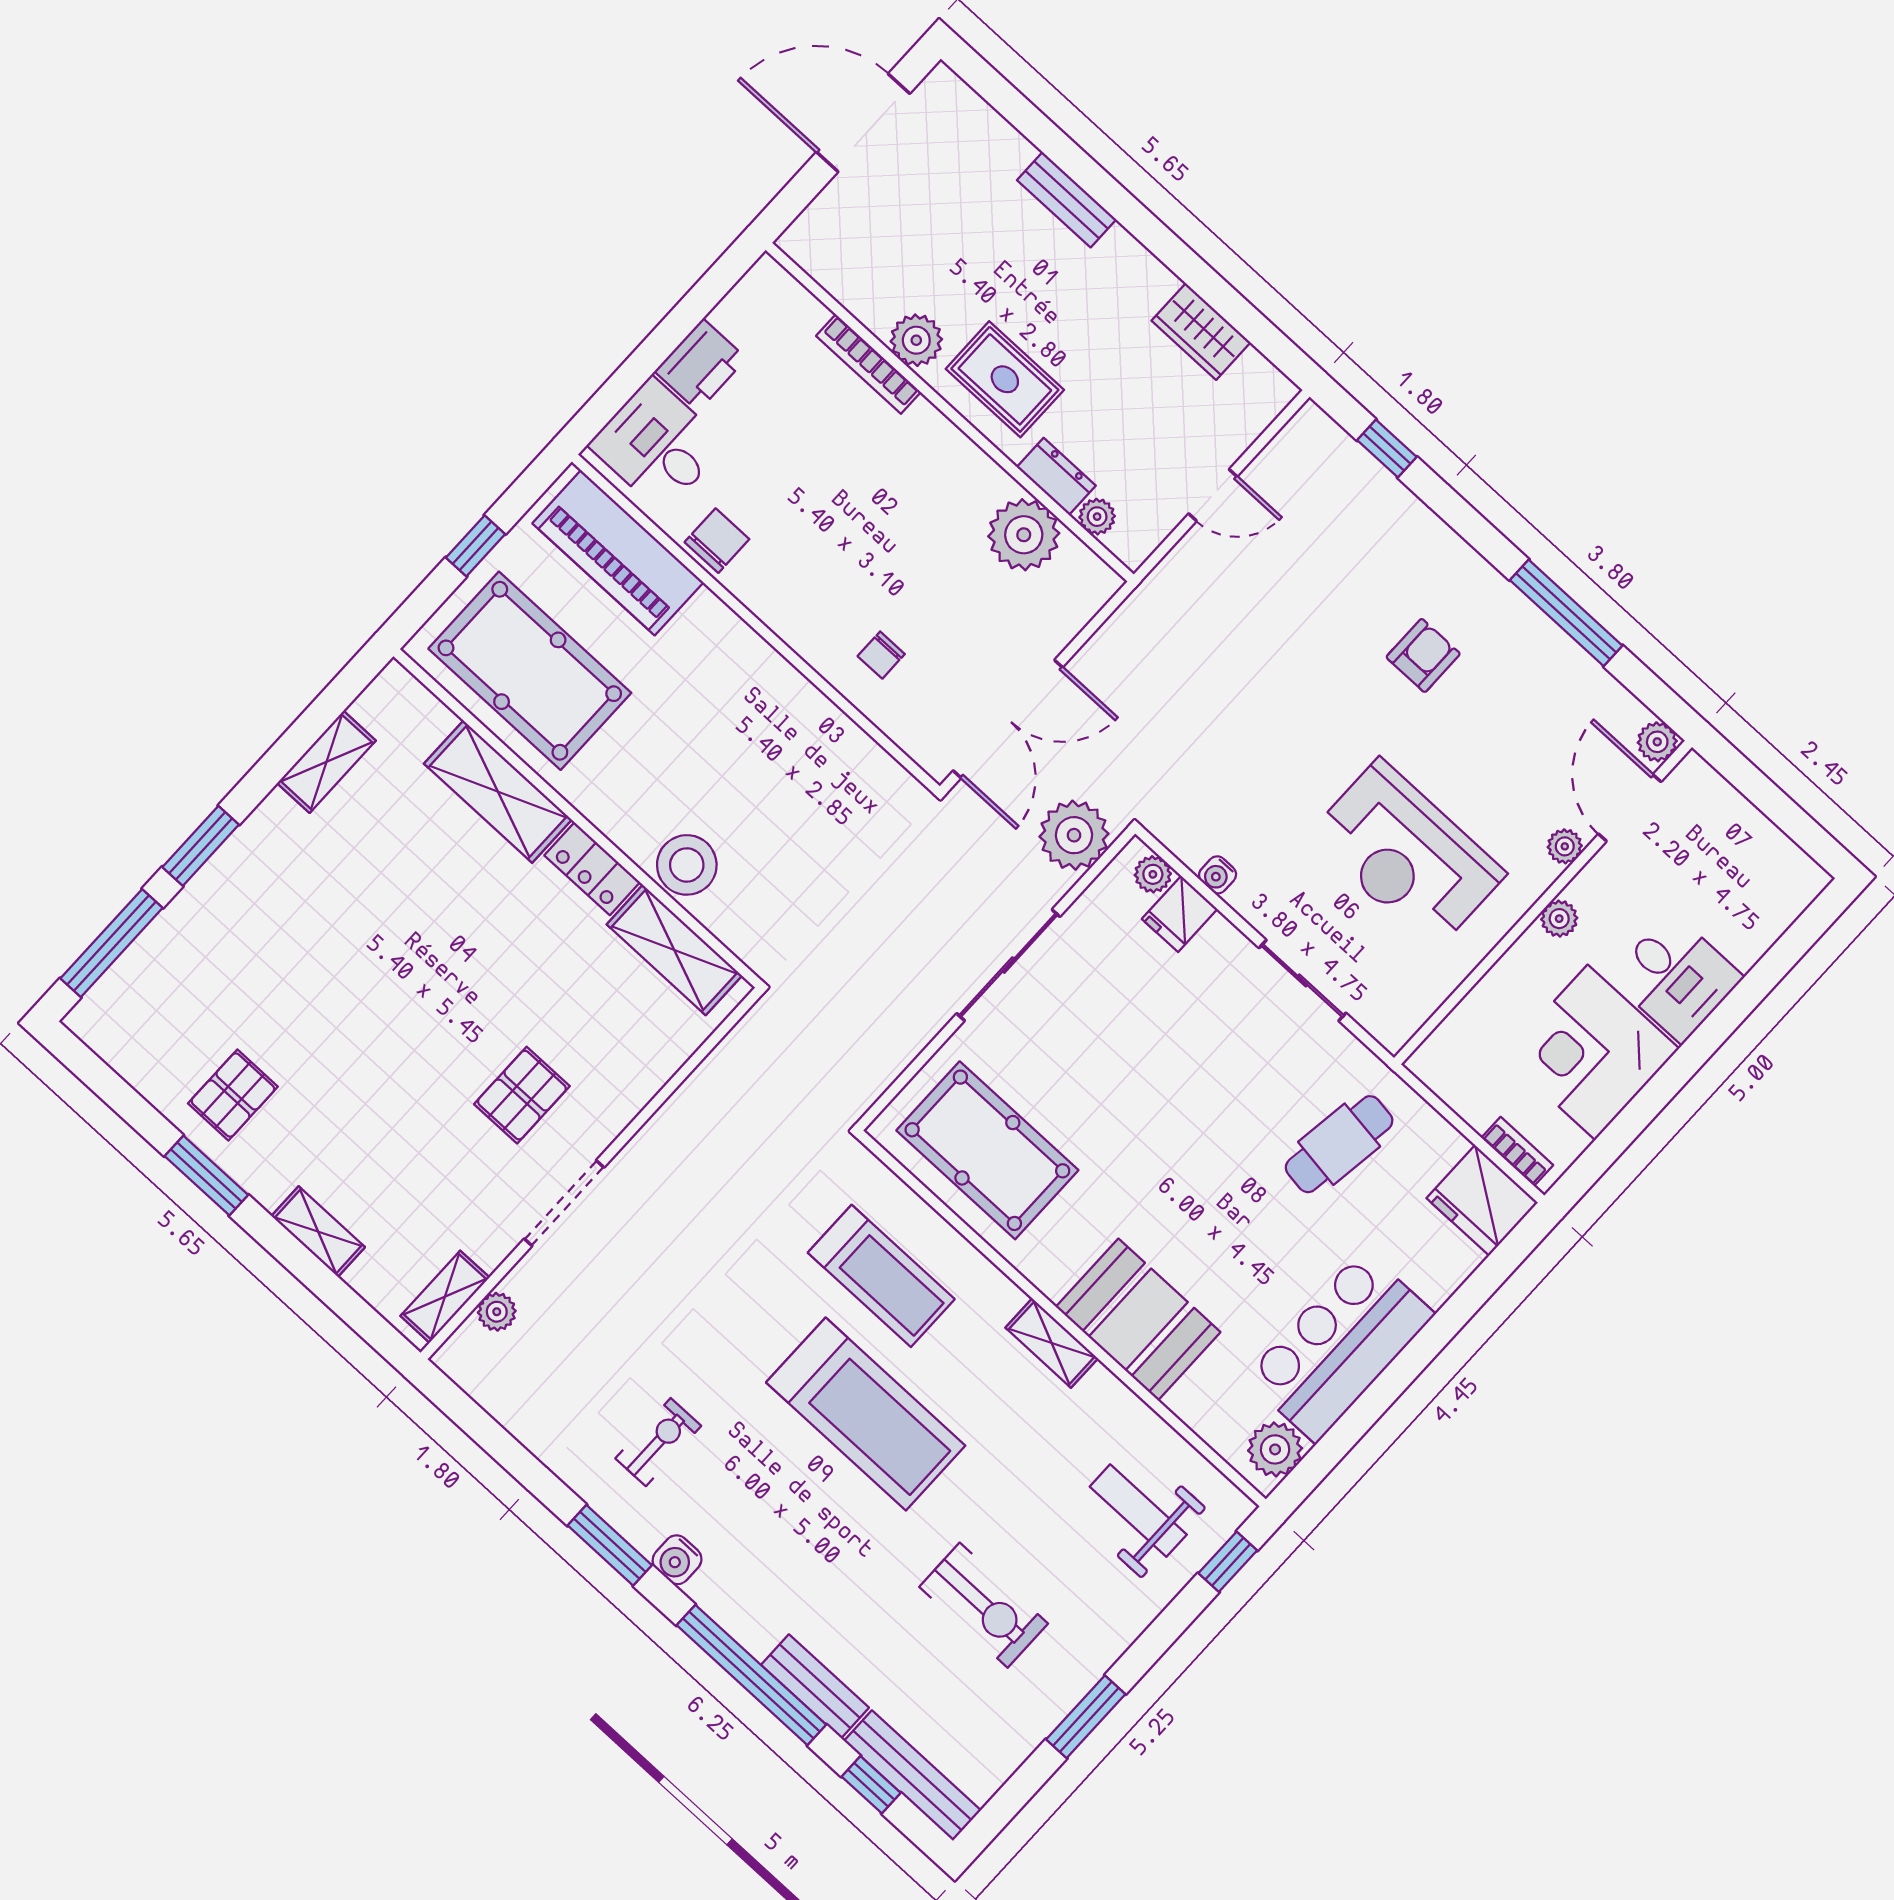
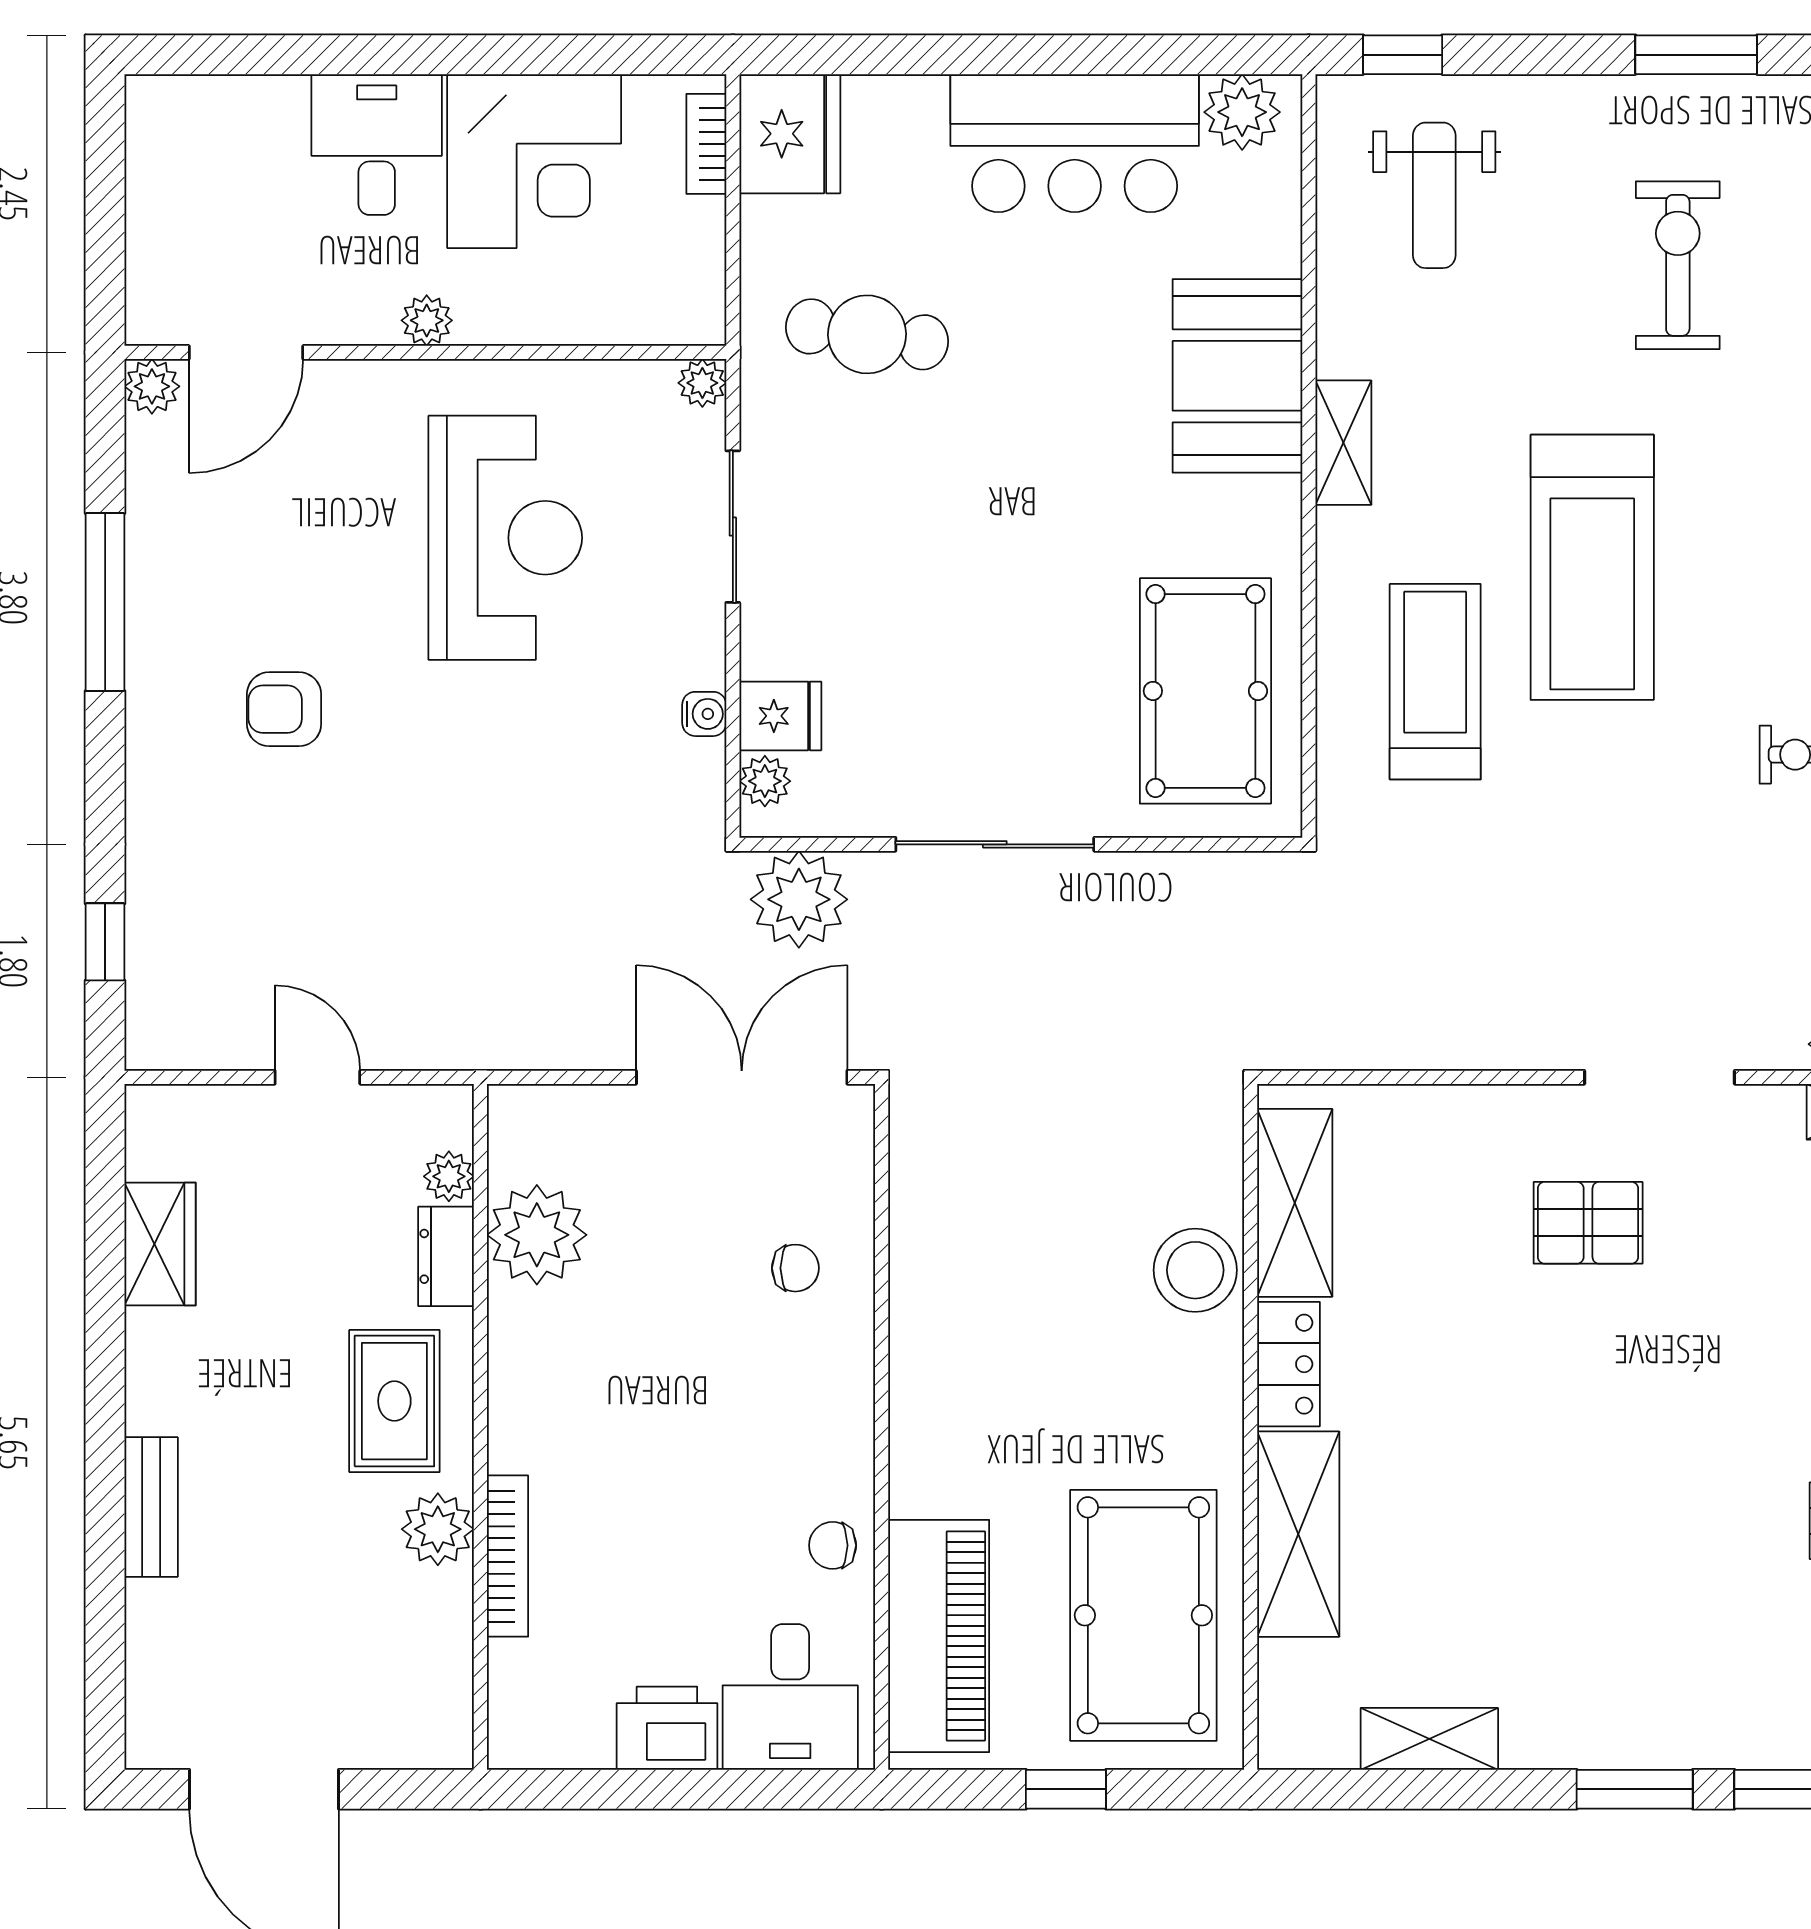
chair: (717, 541) -> (833, 1545), width x0.73, depth x0.73
plant: (1565, 846) -> (702, 383), moved
treadmill: (866, 1414) -> (1592, 567), turned 180

